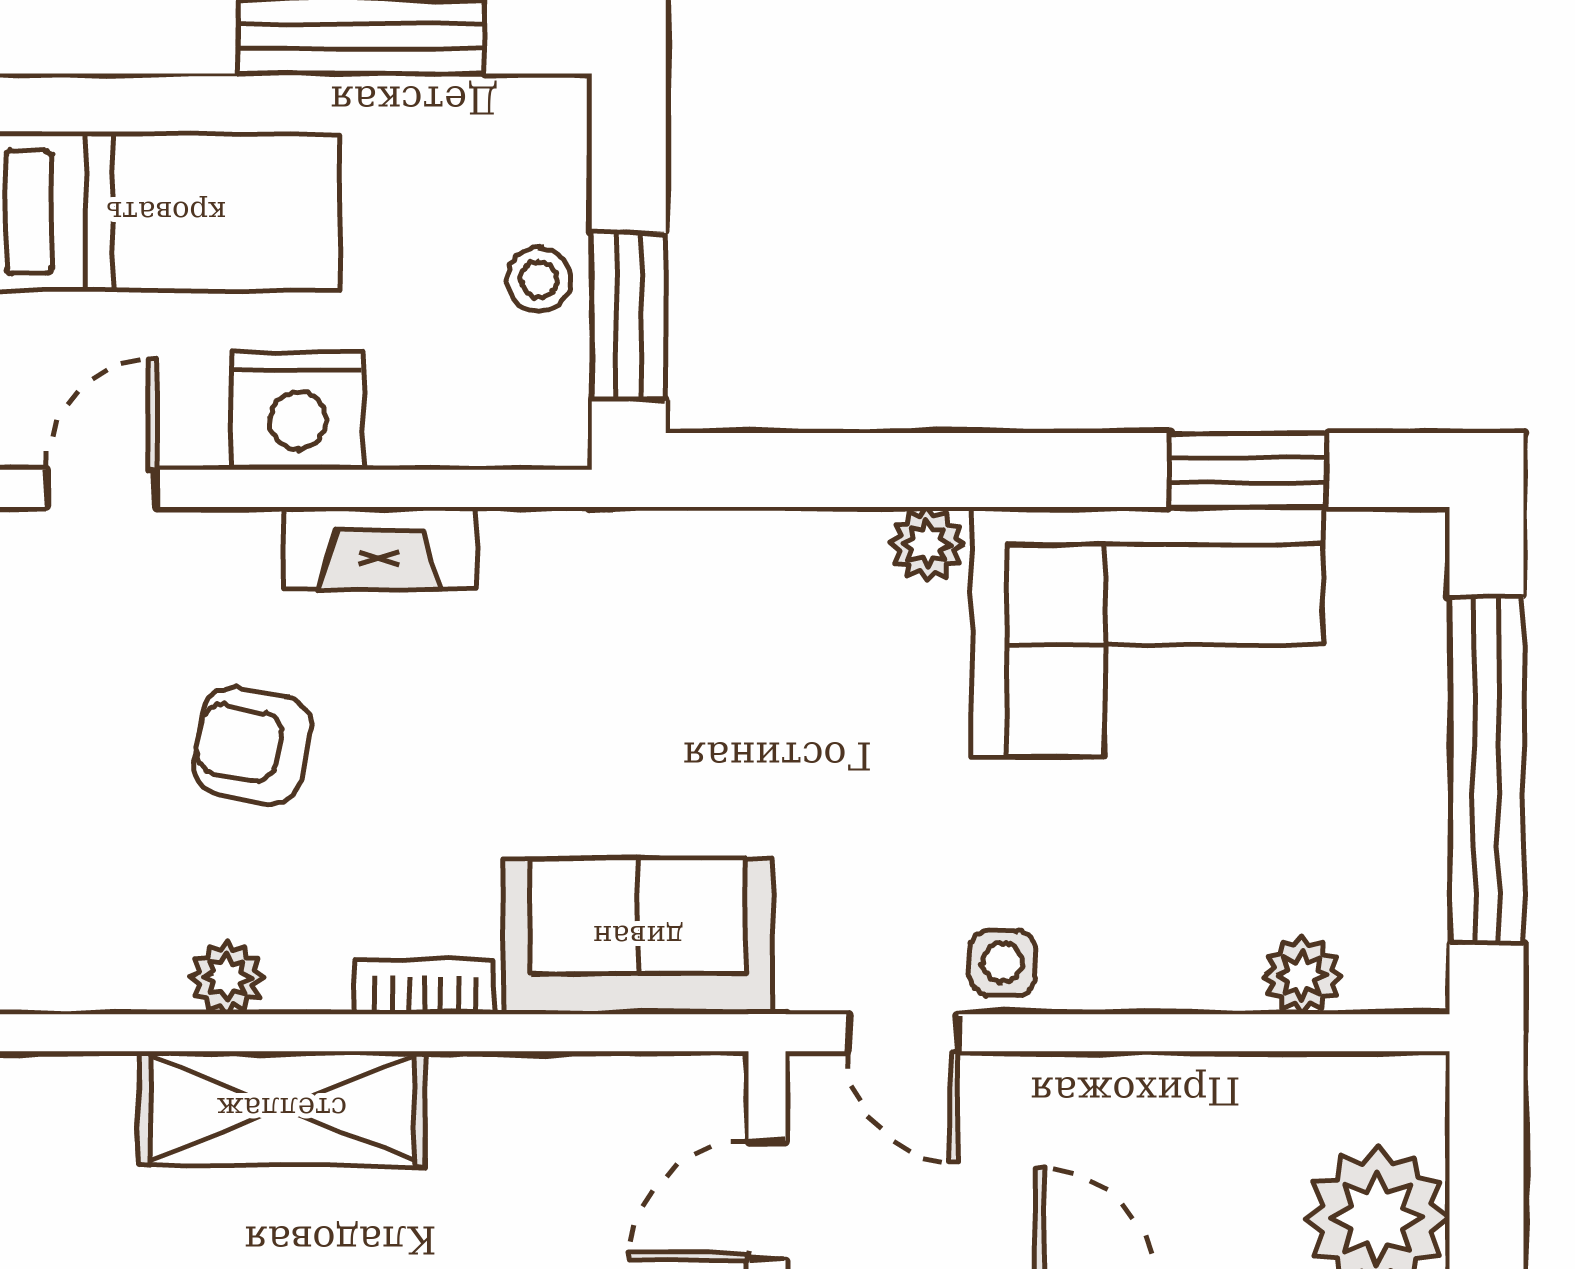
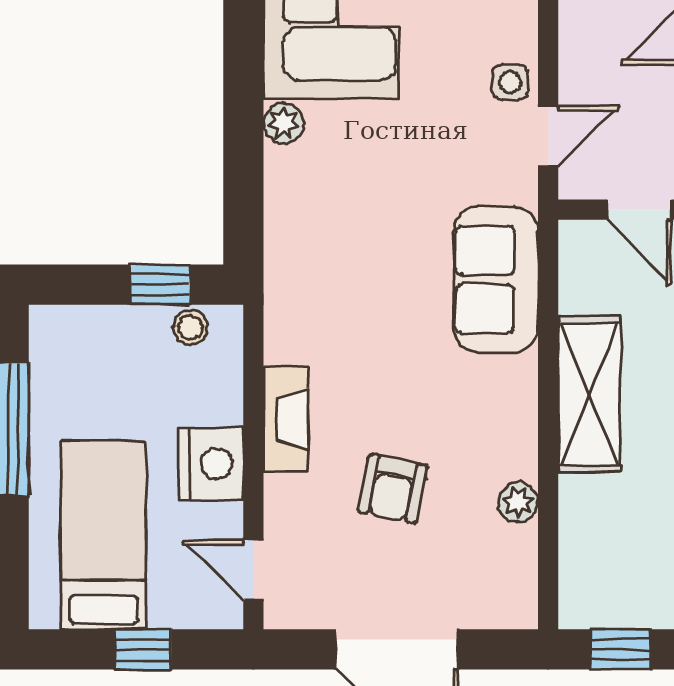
stool: (539, 279) -> (190, 327), moved
window: (629, 316) -> (160, 285), width x0.67
bookcase: (425, 986) -> (523, 395), removed
shelving: (282, 1108) -> (589, 394), moved

